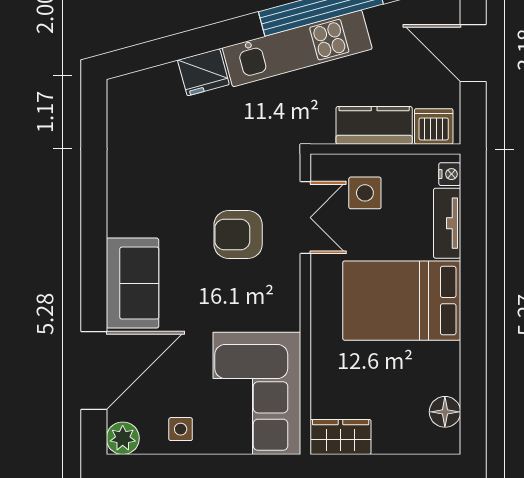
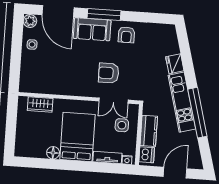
armchair: (140, 197) -> (126, 35), added
armchair: (238, 235) -> (109, 73), turned -90
window: (94, 256) -> (104, 14), added
corner sofa: (257, 393) -> (44, 76), removed
floor lamp: (445, 412) -> (53, 153), moved
wardrobe: (341, 437) -> (40, 104), moved, turned 90

